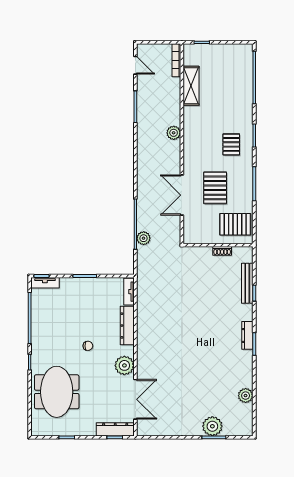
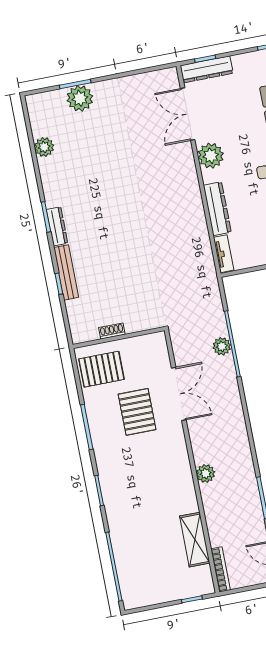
pallet: (231, 144) -> (127, 473), removed
plant: (144, 238) -> (222, 346), moved
bench: (247, 283) -> (66, 272), moved

